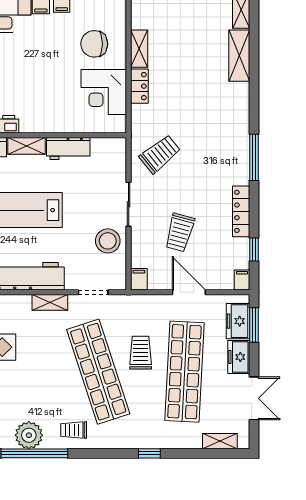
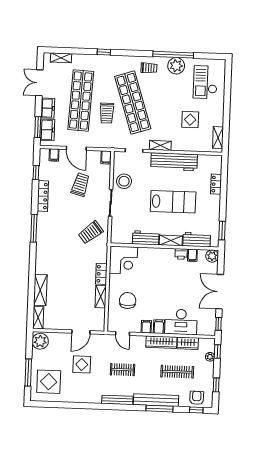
chair: (94, 44) -> (128, 300), turned -90
corner desk: (104, 92) -> (123, 260), moved, turned 90
filing cabinet: (242, 280) -> (54, 155), moved

